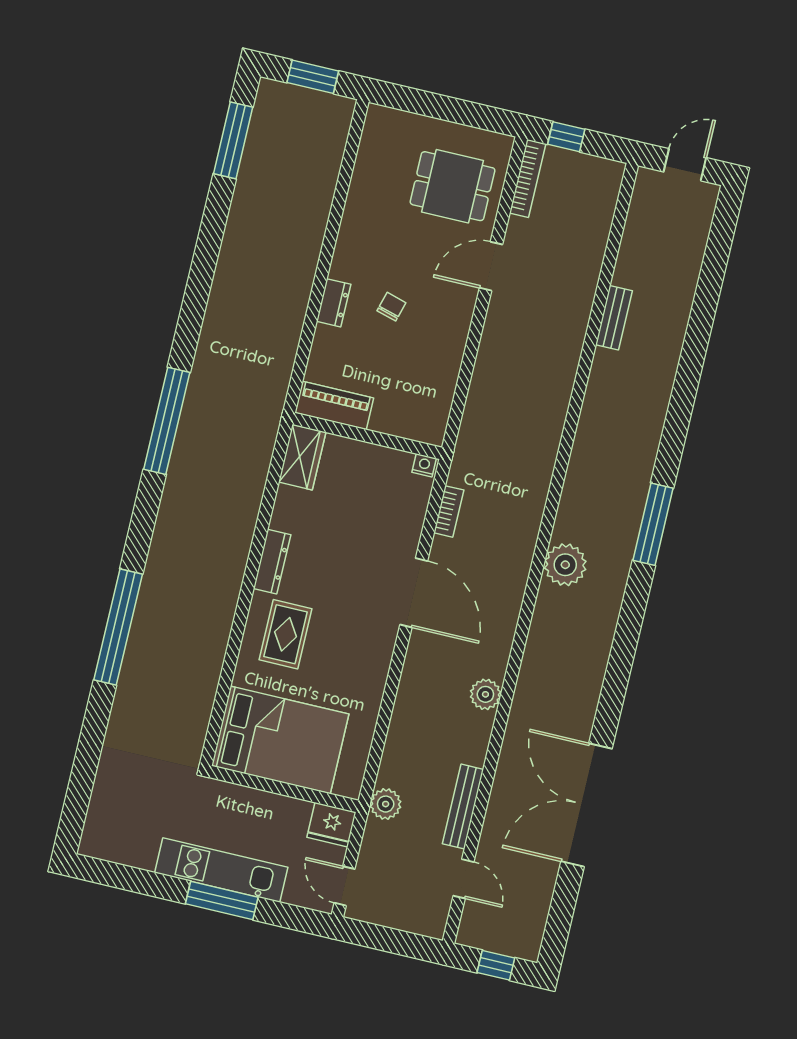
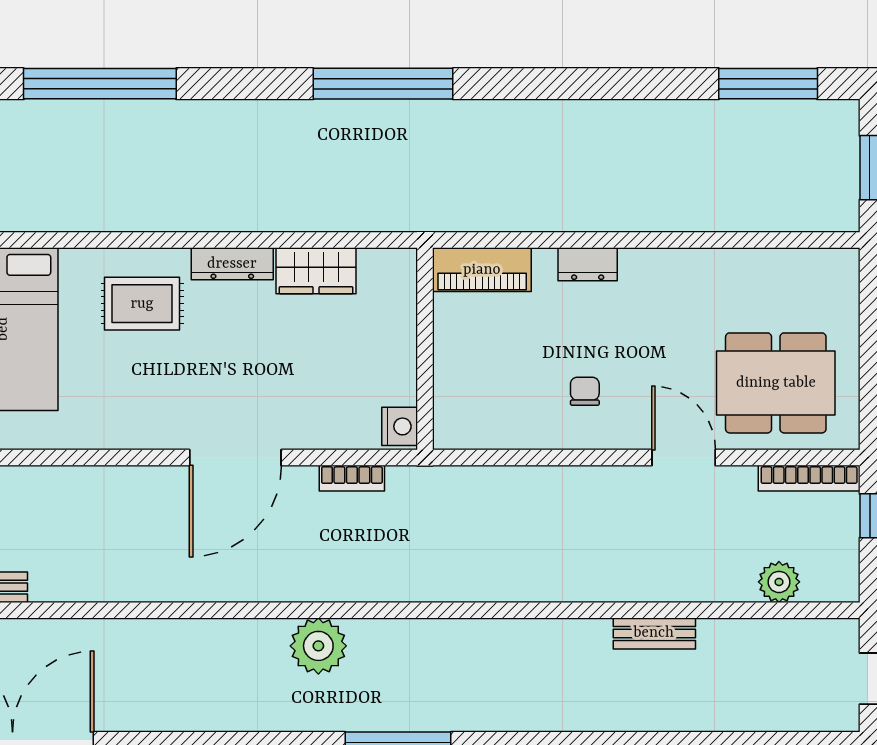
dining table: (452, 186) -> (776, 383), width x1.38
chair: (391, 307) -> (585, 391), moved, turned -106
piano: (334, 405) -> (482, 270), moved, turned 90
wardrobe: (302, 457) -> (316, 271), moved
nightstand: (424, 465) -> (400, 426), width x1.39, depth x1.35
plant: (485, 694) -> (779, 582), moved

